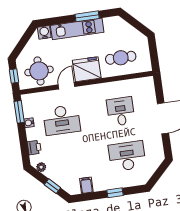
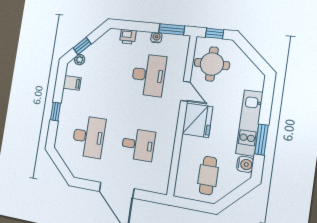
water cooler: (44, 32) -> (245, 164), moved
cafe table: (121, 58) -> (208, 176), moved
desk: (62, 120) -> (149, 75), turned 180
plant: (41, 167) -> (80, 60), moved

